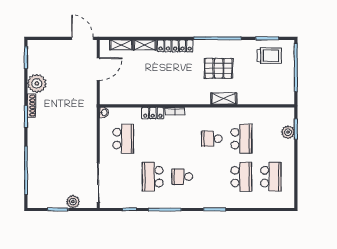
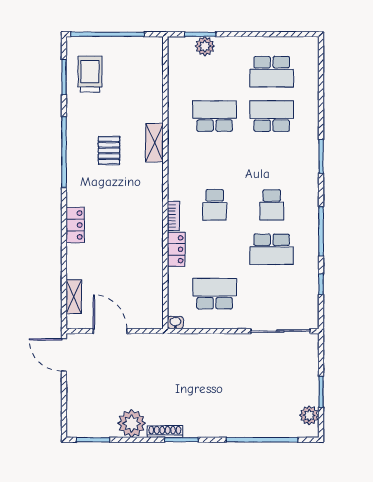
door: (82, 38) -> (64, 355), hinge flipped
shelving: (145, 45) -> (74, 261), removed
locker: (175, 46) -> (75, 225), width x0.66
pallet: (219, 68) -> (109, 150), width x0.67, depth x0.71
school desk: (212, 139) -> (215, 205), moved
school desk: (271, 177) -> (272, 72), turned 180
plant: (73, 202) -> (309, 415), moved

